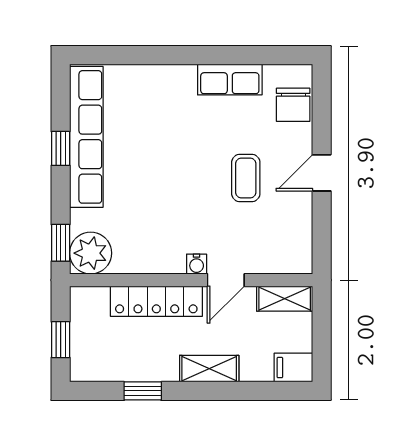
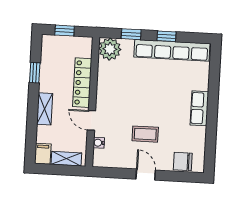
row of seats: (230, 80) -> (199, 108), moved
window: (61, 243) -> (131, 34), moved
water cooler: (197, 264) -> (99, 143), moved
shelving: (285, 299) -> (66, 159), moved, turned 90

